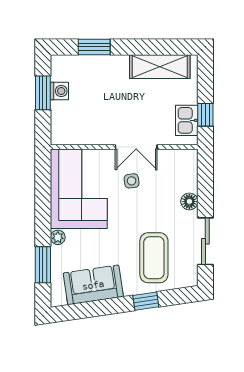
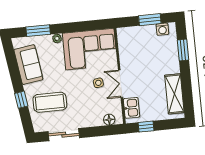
washing machine: (59, 91) -> (162, 29), moved
kitchen sink: (187, 120) -> (131, 108), moved, turned 90
floor lamp: (189, 201) -> (109, 120), moved

